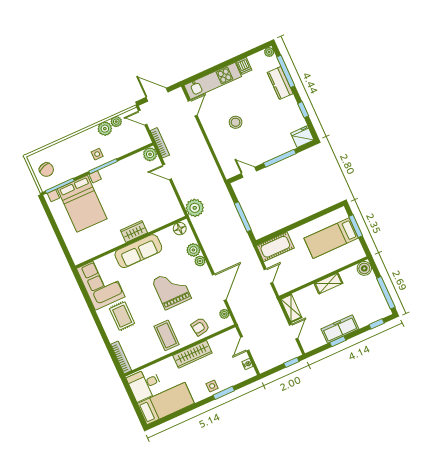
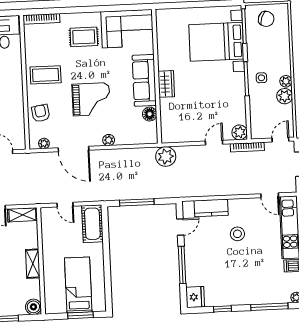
kitchen counter: (280, 83) -> (211, 208), moved, turned 180
plant: (116, 122) -> (286, 81), moved
chair: (46, 170) -> (266, 19), turned -139
floor lamp: (180, 229) -> (150, 114), moved
plant: (193, 250) -> (123, 138), removed
wardrobe: (192, 354) -> (15, 94), removed

